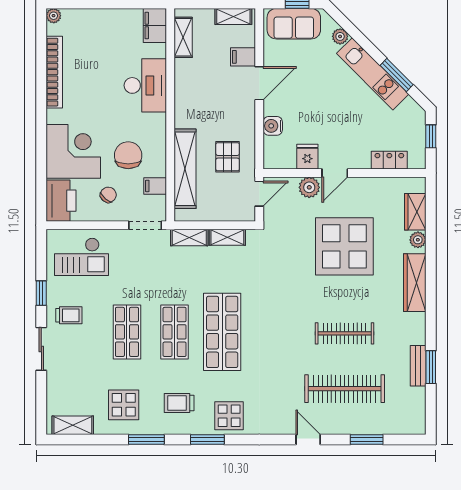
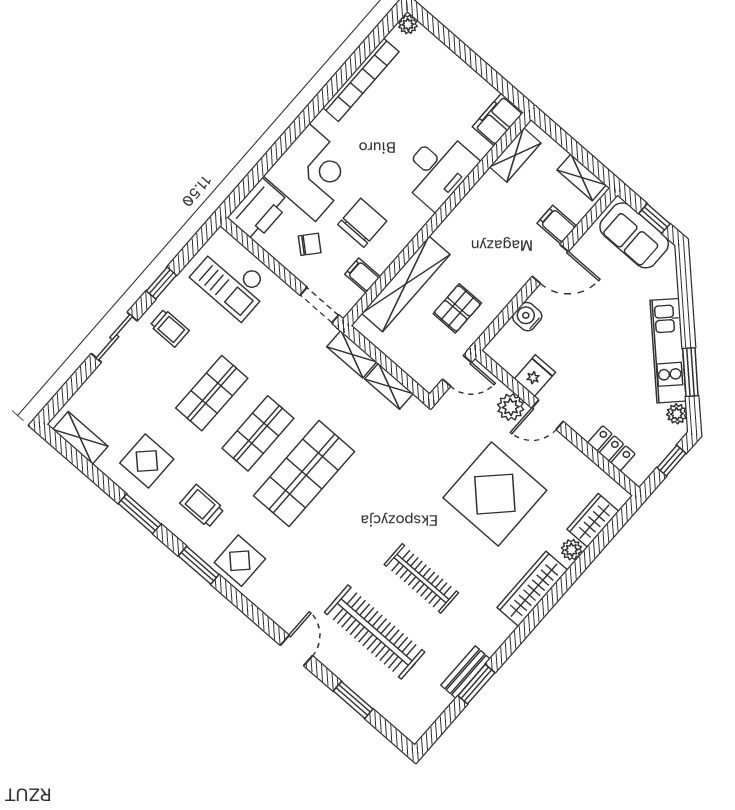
plant: (340, 36) -> (677, 414), moved

